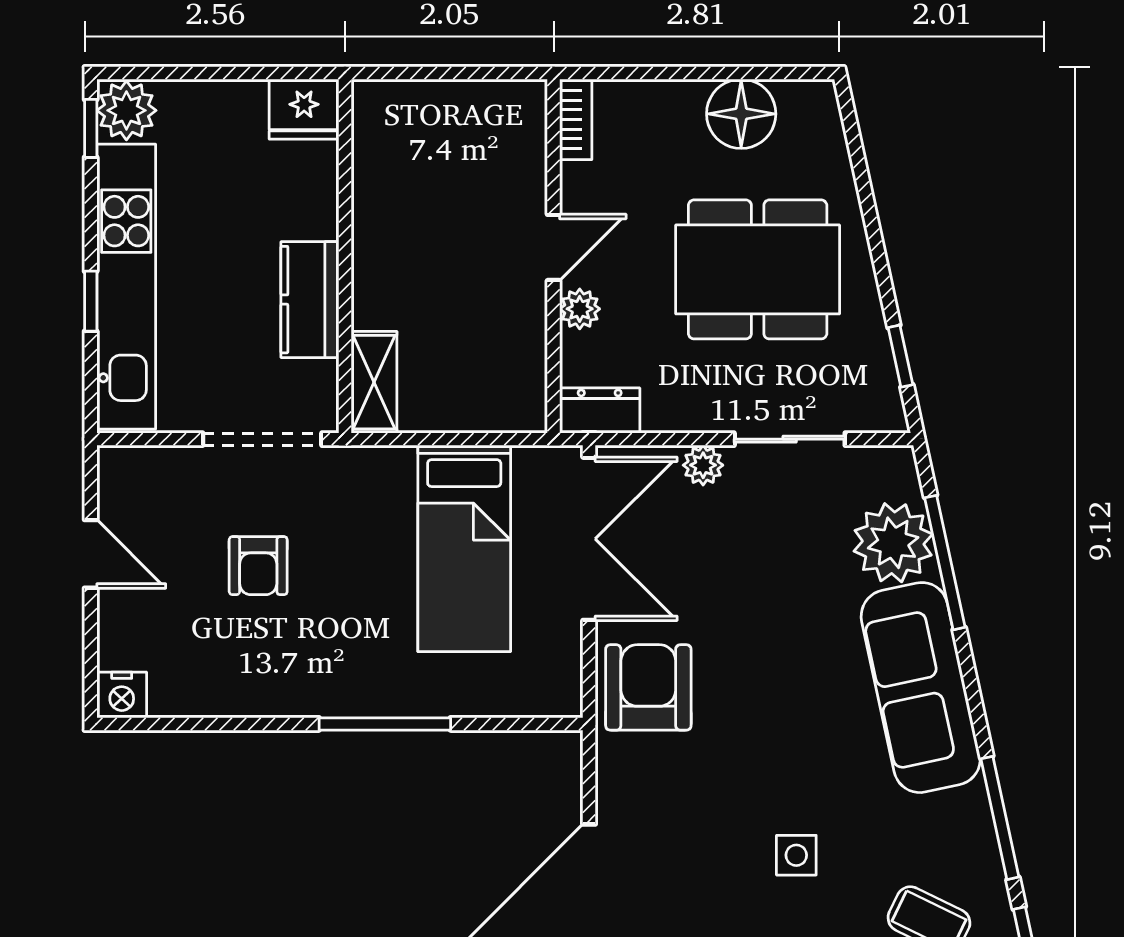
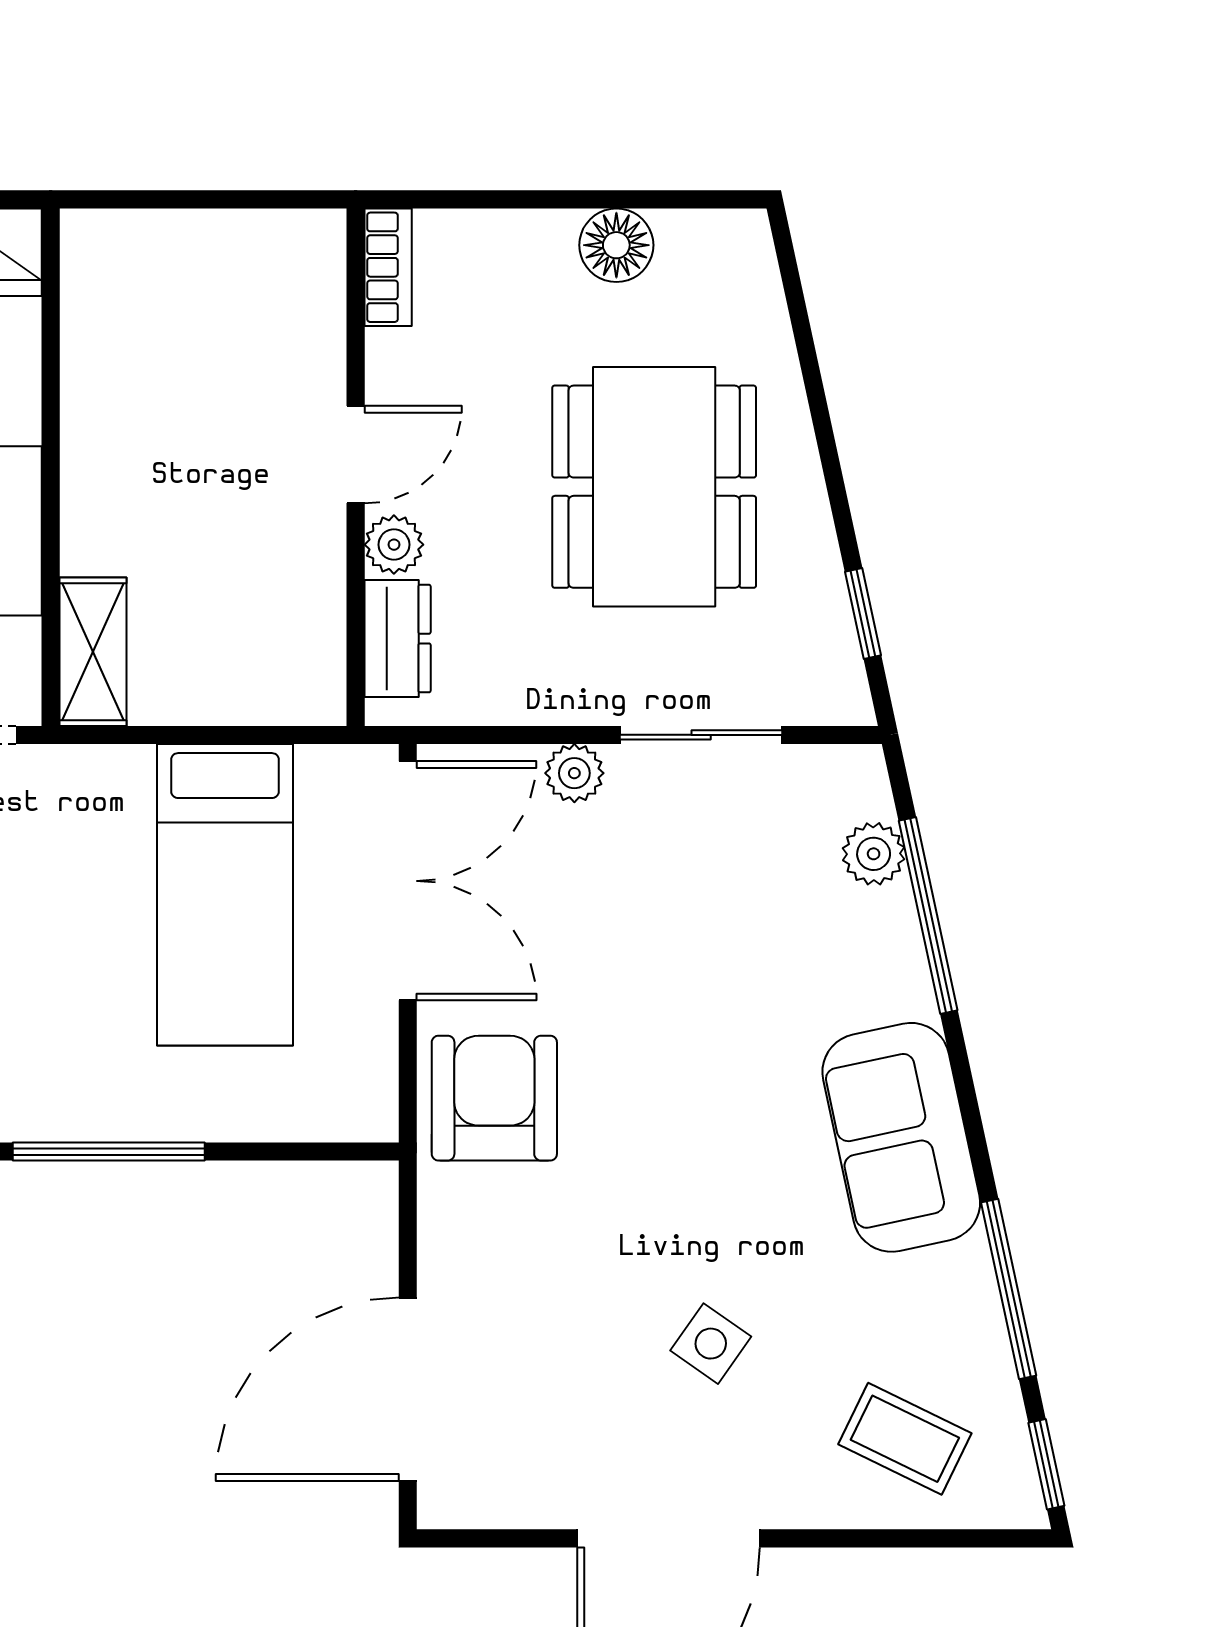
floor lamp: (741, 114) -> (616, 245), width x0.73, depth x0.73
dining table: (758, 269) -> (654, 487), turned 90
dresser: (600, 410) -> (398, 639), moved, turned 90
plant: (893, 543) -> (874, 854), width x0.53, depth x0.53
sofa: (921, 688) -> (901, 1137), width x0.73
side table: (796, 855) -> (711, 1344), turned 35

